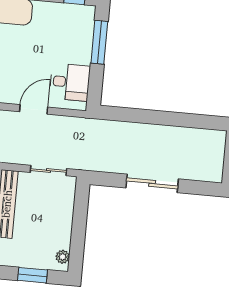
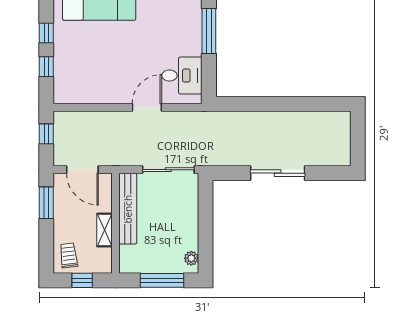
sliding door: (49, 170) -> (168, 170), width x1.37
window: (33, 275) -> (162, 280), width x1.44

